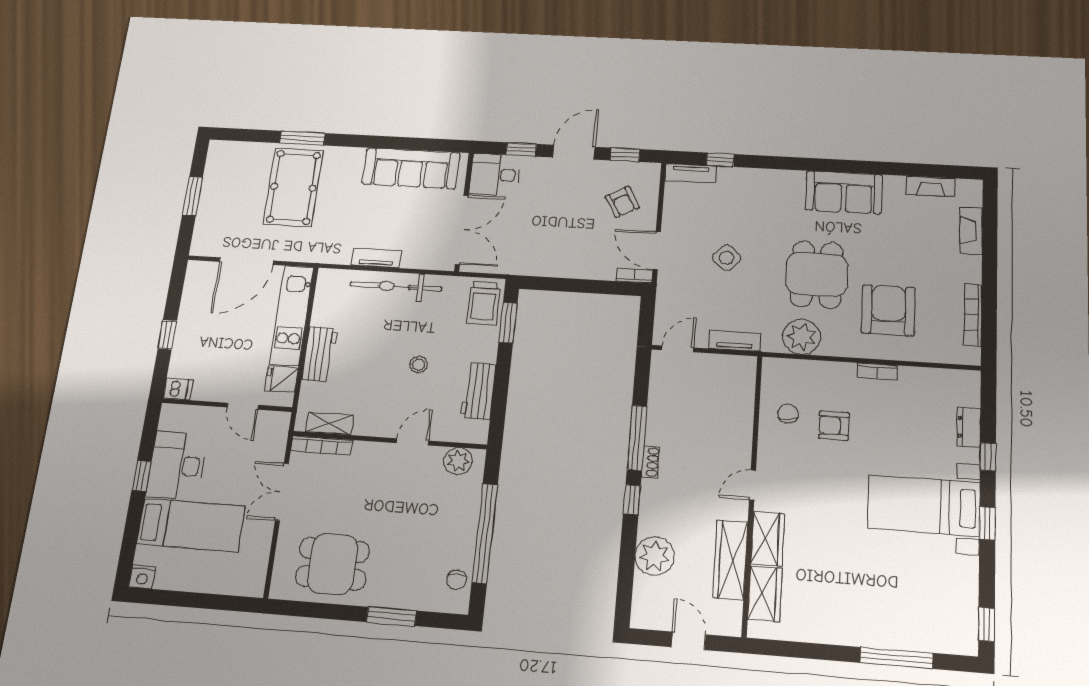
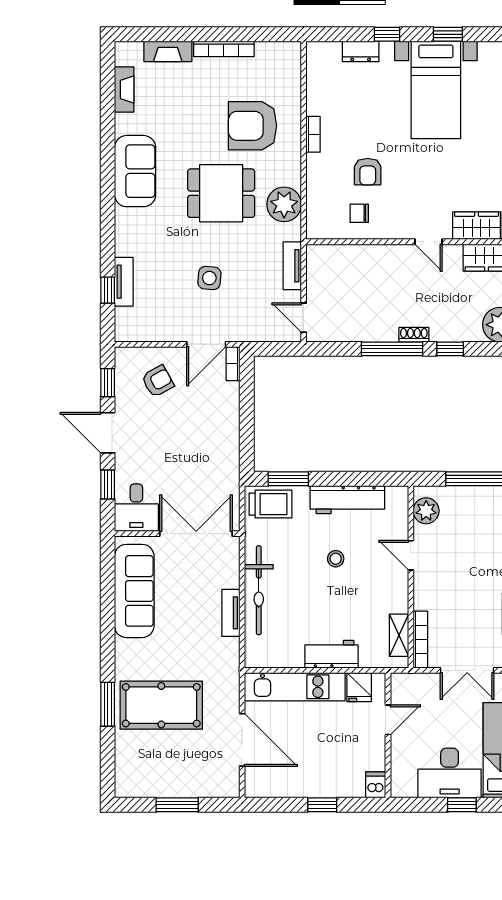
tv unit: (691, 173) -> (124, 282), moved
side table: (727, 258) -> (209, 278), turned -38
bookcase: (973, 315) -> (224, 49), moved
workbench: (478, 391) -> (347, 500), width x1.38

